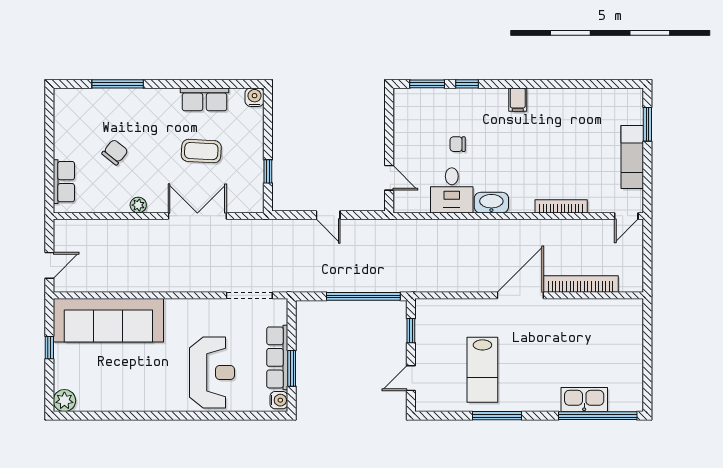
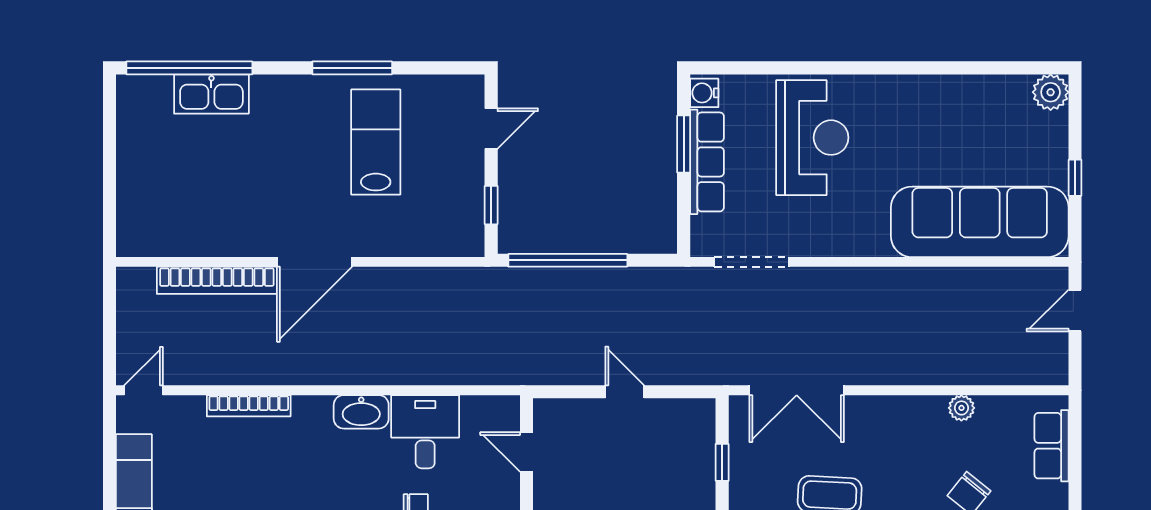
plant: (138, 205) -> (961, 408), moved
double door: (197, 216) -> (797, 390), moved
reception desk: (212, 372) -> (812, 138), turned 180

